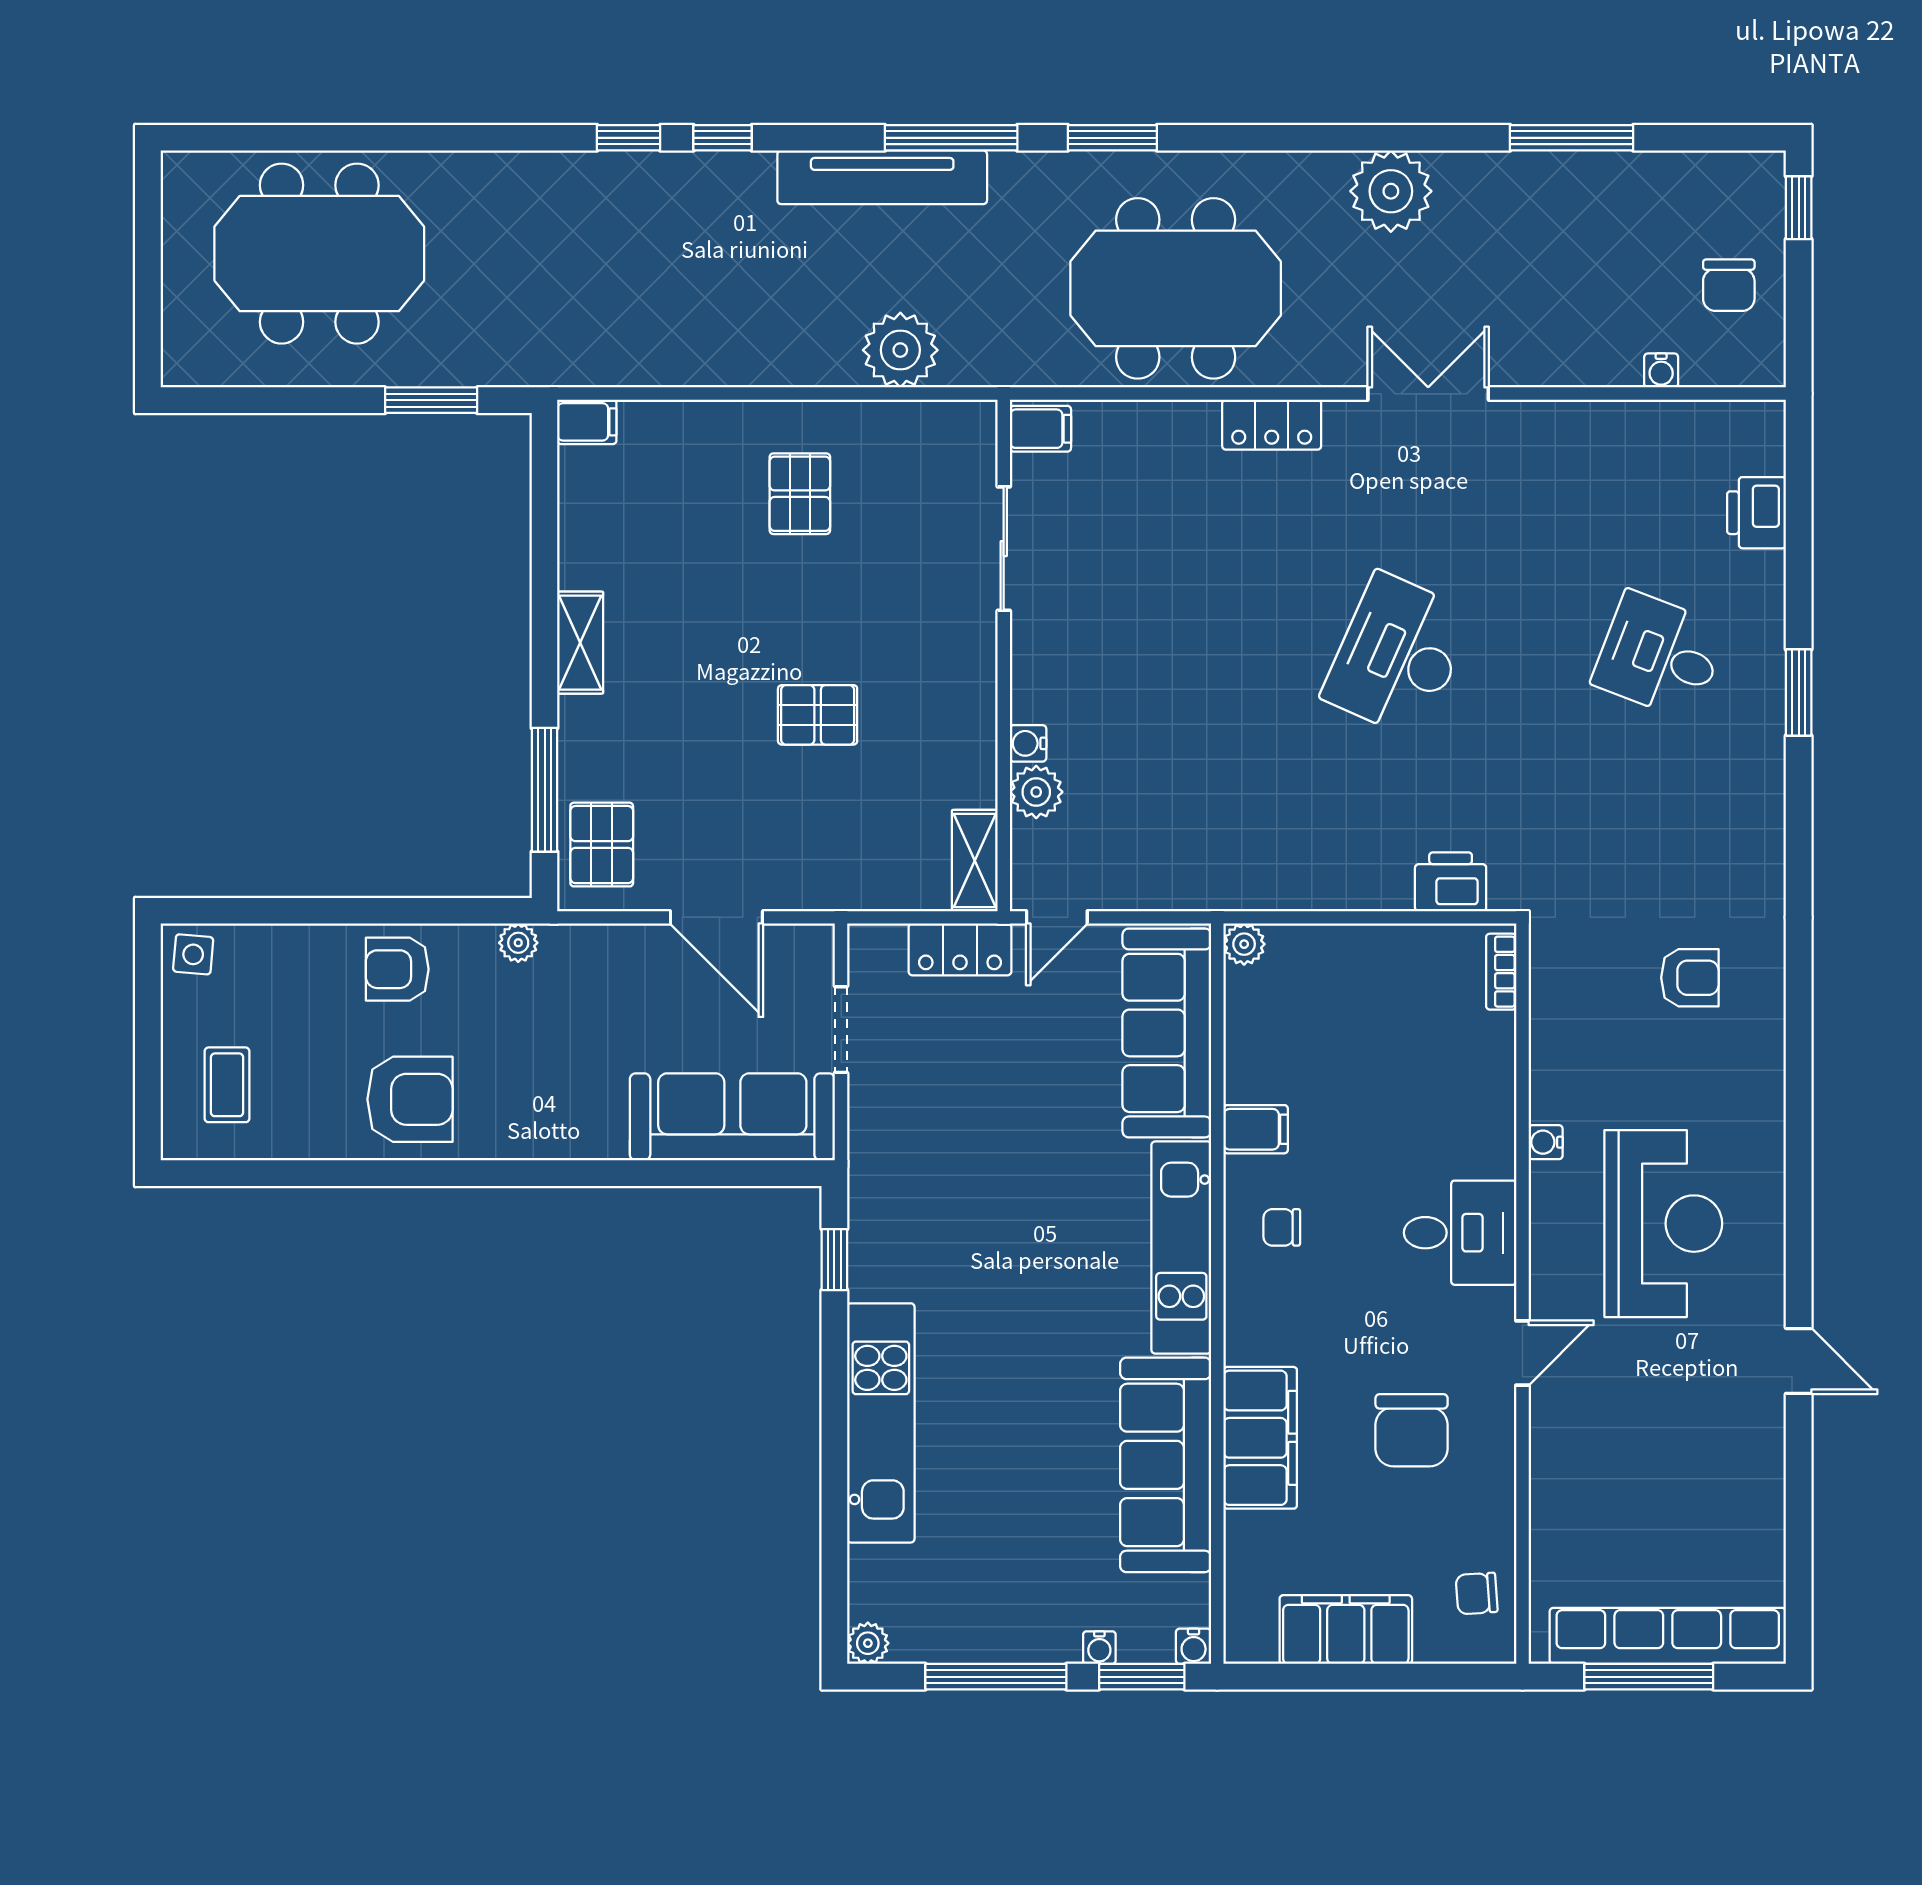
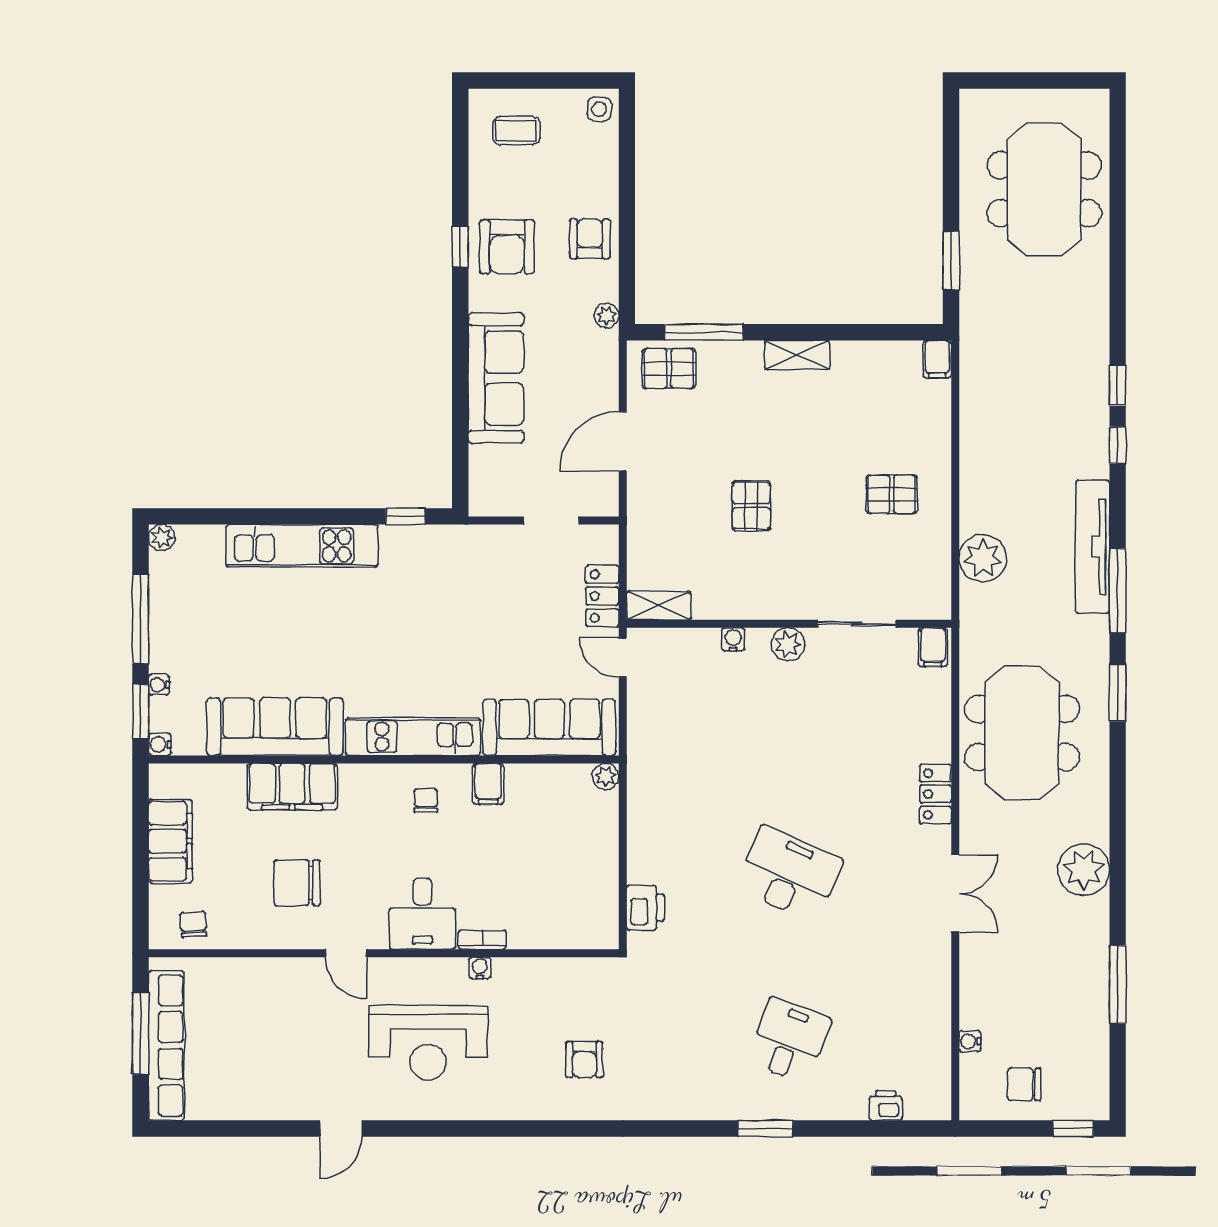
printer: (1756, 513) -> (886, 1105), width x0.73, depth x0.81
plant: (1036, 792) -> (788, 644), moved
bookcase: (1501, 972) -> (482, 940), moved
sofa: (732, 1117) -> (496, 378), moved
window: (410, 1173) -> (460, 247), added

